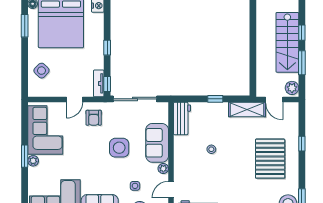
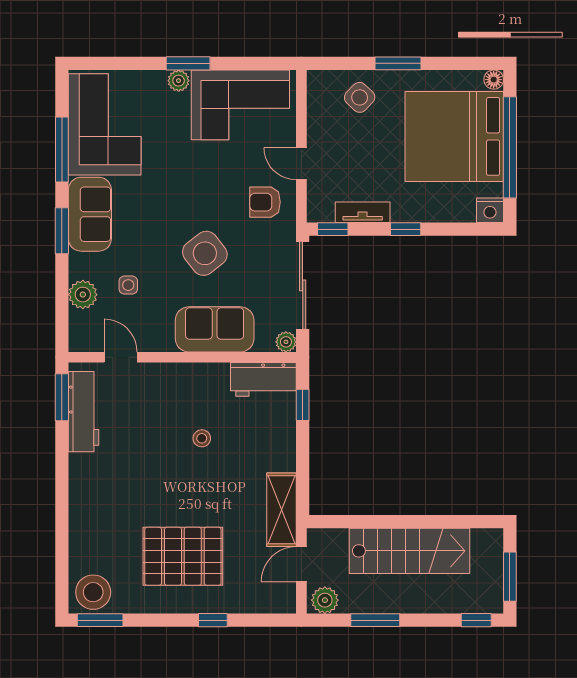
window: (25, 26) -> (398, 63), moved
window: (302, 33) -> (476, 620), moved
stairs: (287, 42) -> (410, 551), moved, turned 180
tv unit: (99, 83) -> (363, 212), moved
window: (215, 99) -> (303, 405), moved
side table: (119, 148) -> (205, 253), turned -38
plant: (163, 169) -> (286, 342), moved

